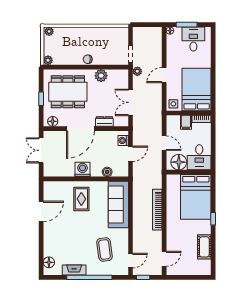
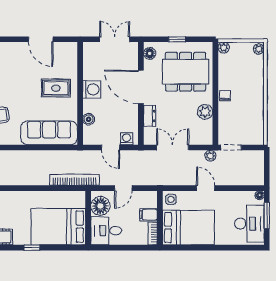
desk: (193, 39) -> (249, 224), width x1.37
dining table: (68, 92) -> (186, 72), turned 90
bookcase: (157, 210) -> (75, 180), moved

